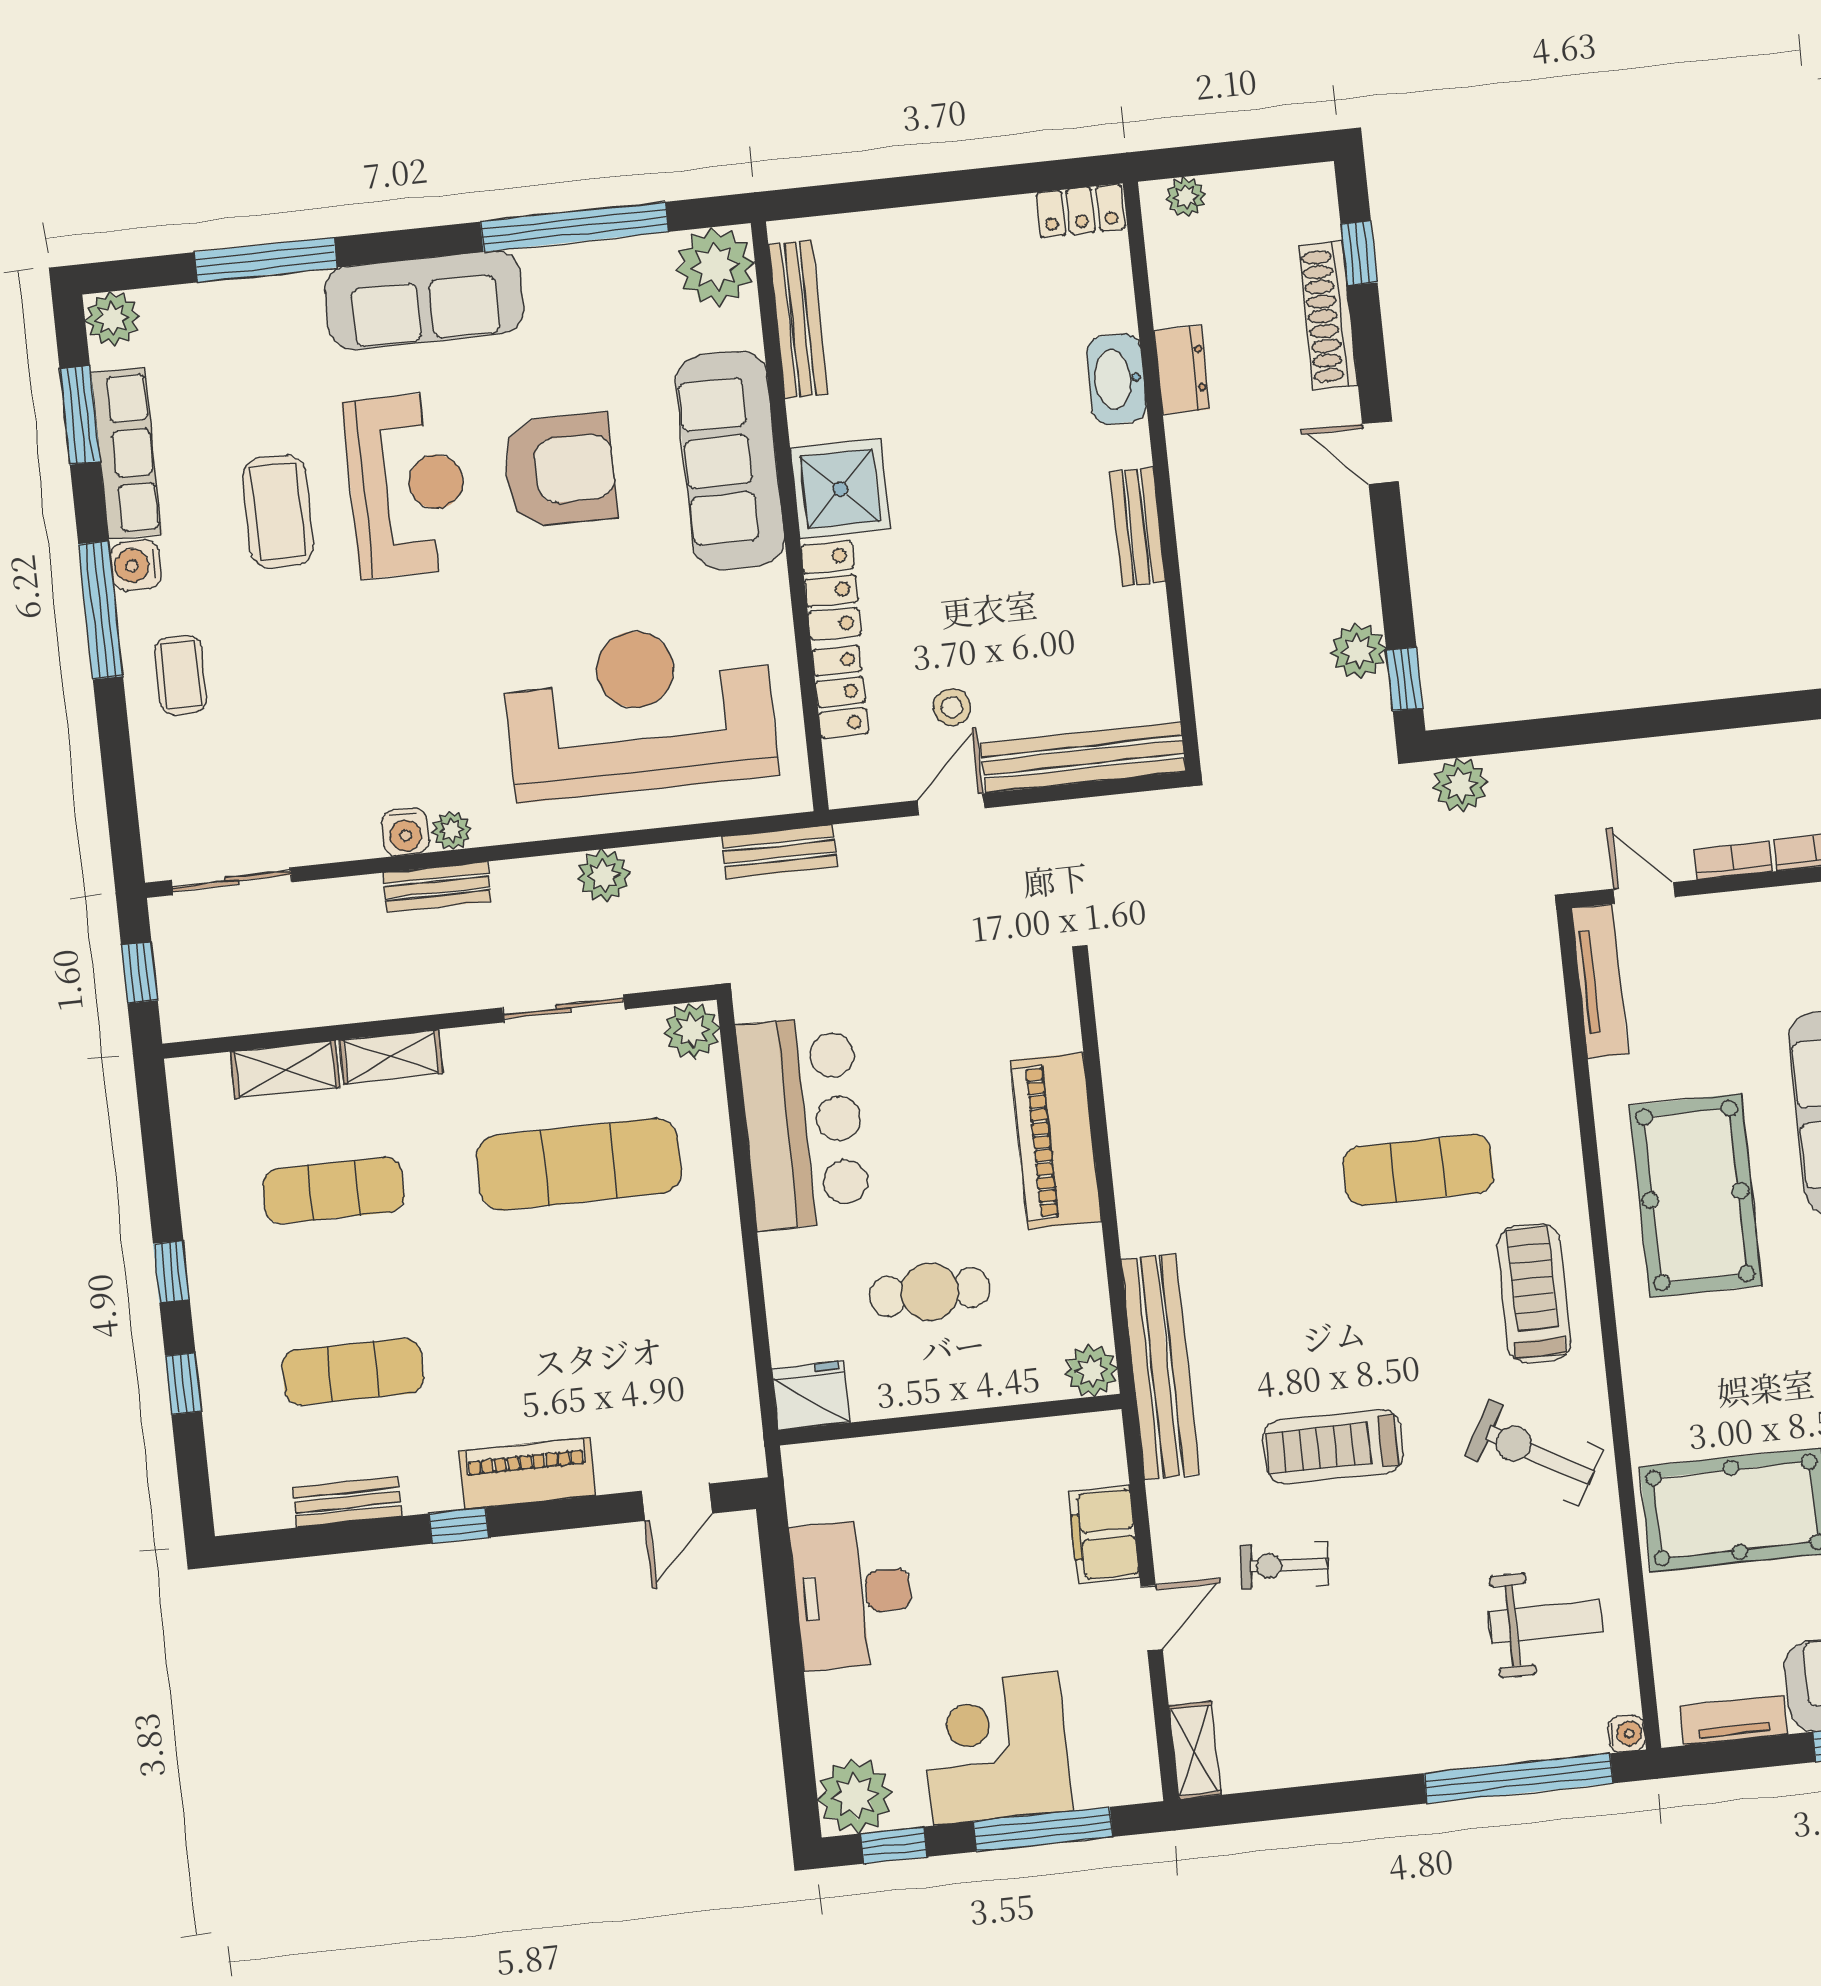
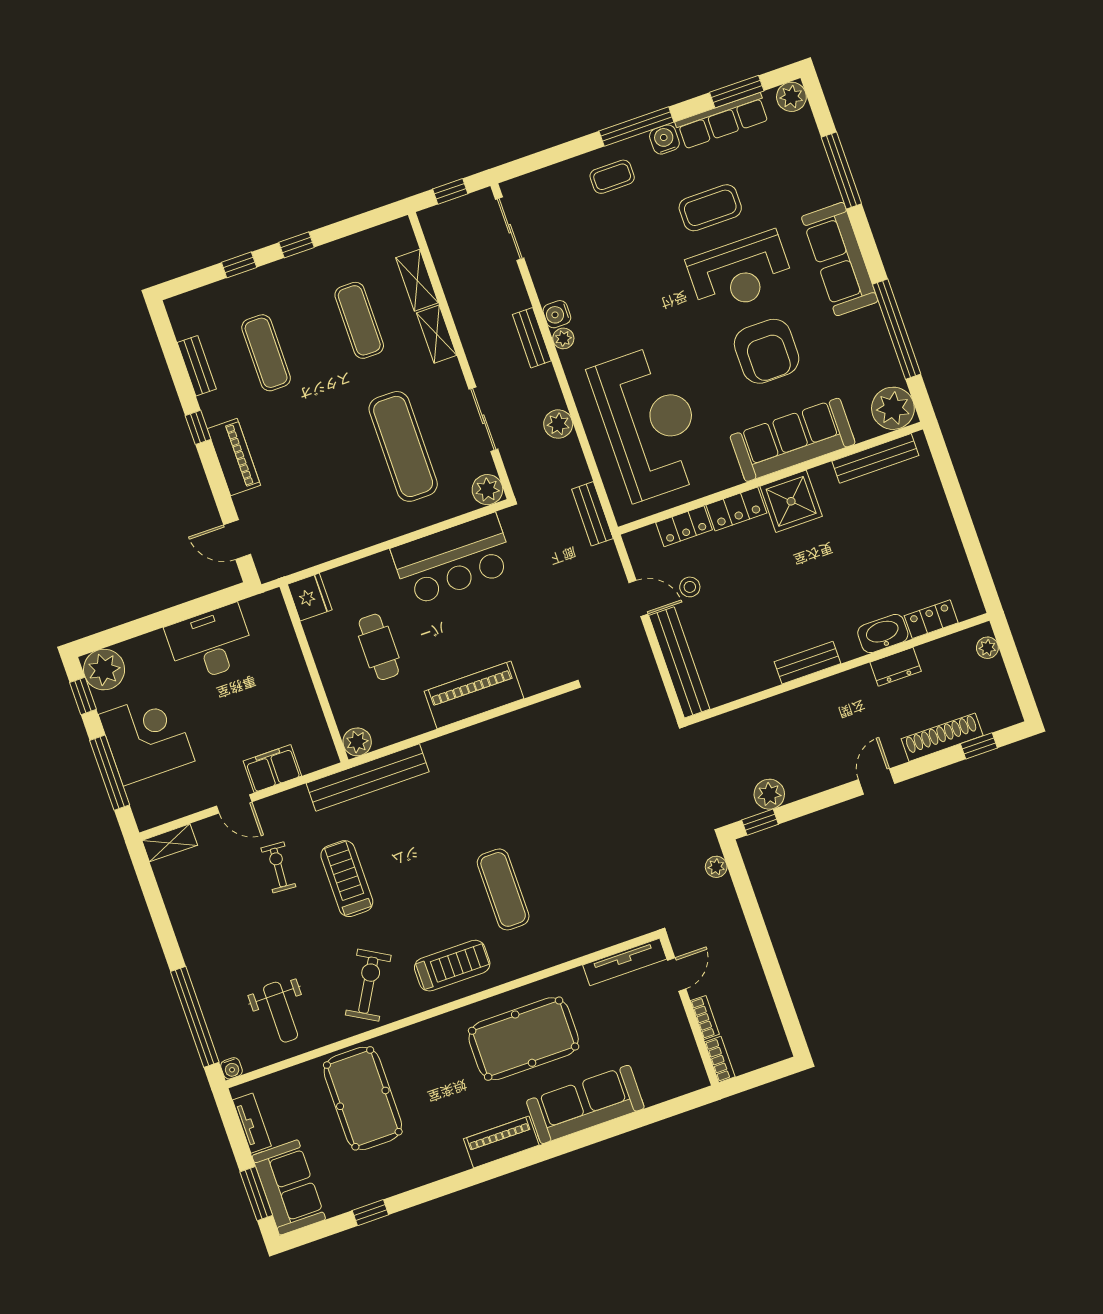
locker: (1081, 211) -> (931, 619), moved, turned 90
plant: (1460, 785) -> (716, 867), width x0.73, depth x0.73

